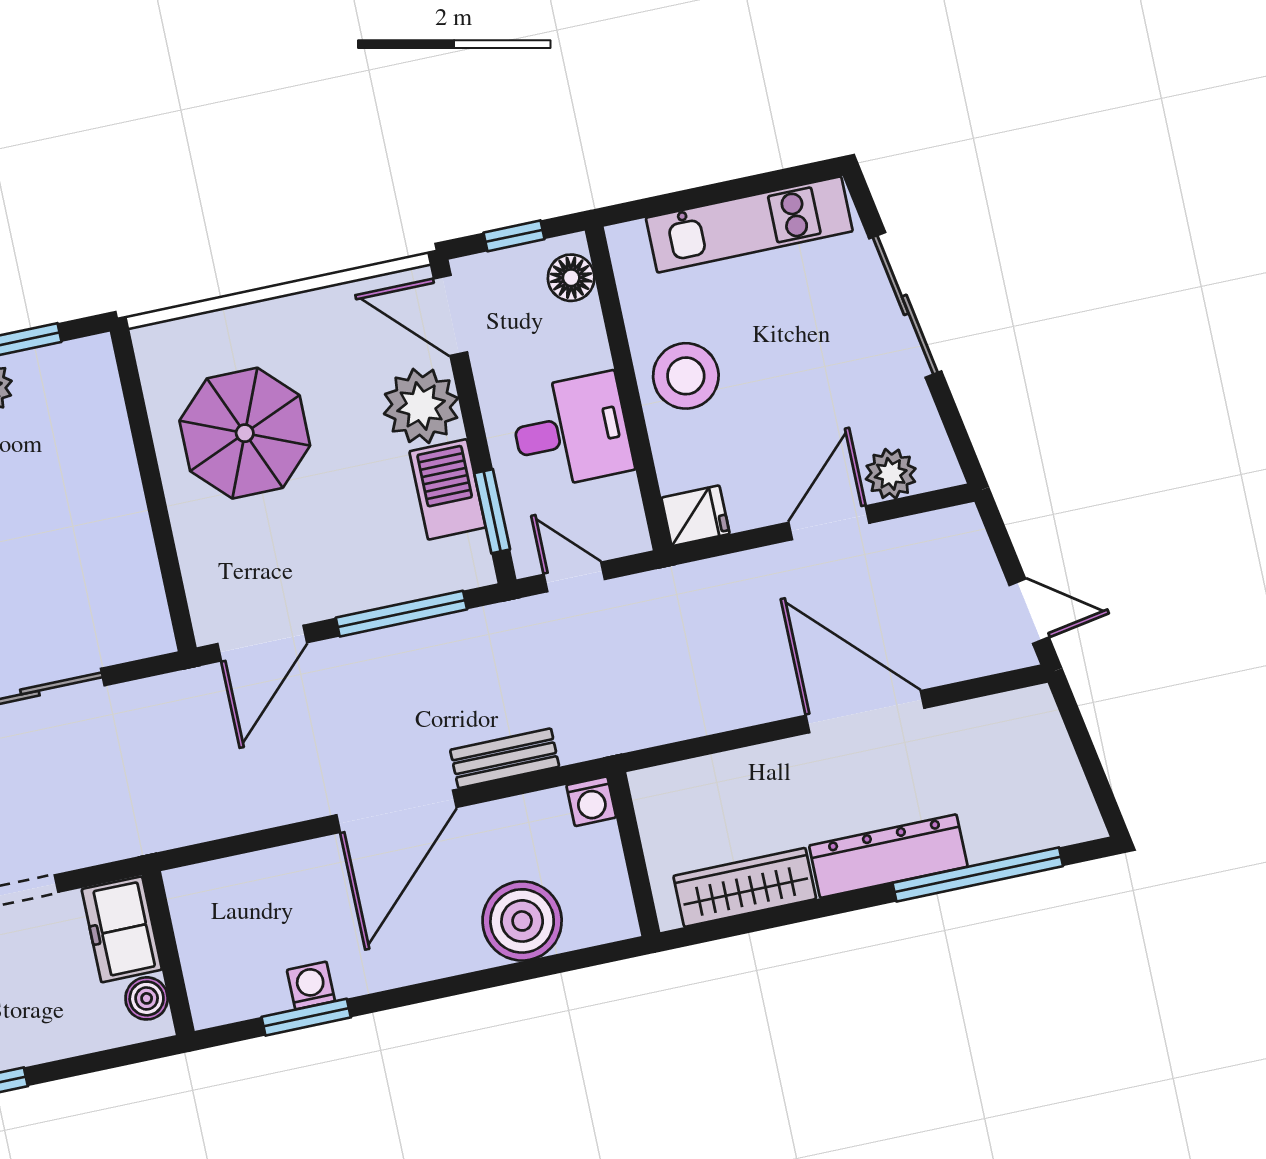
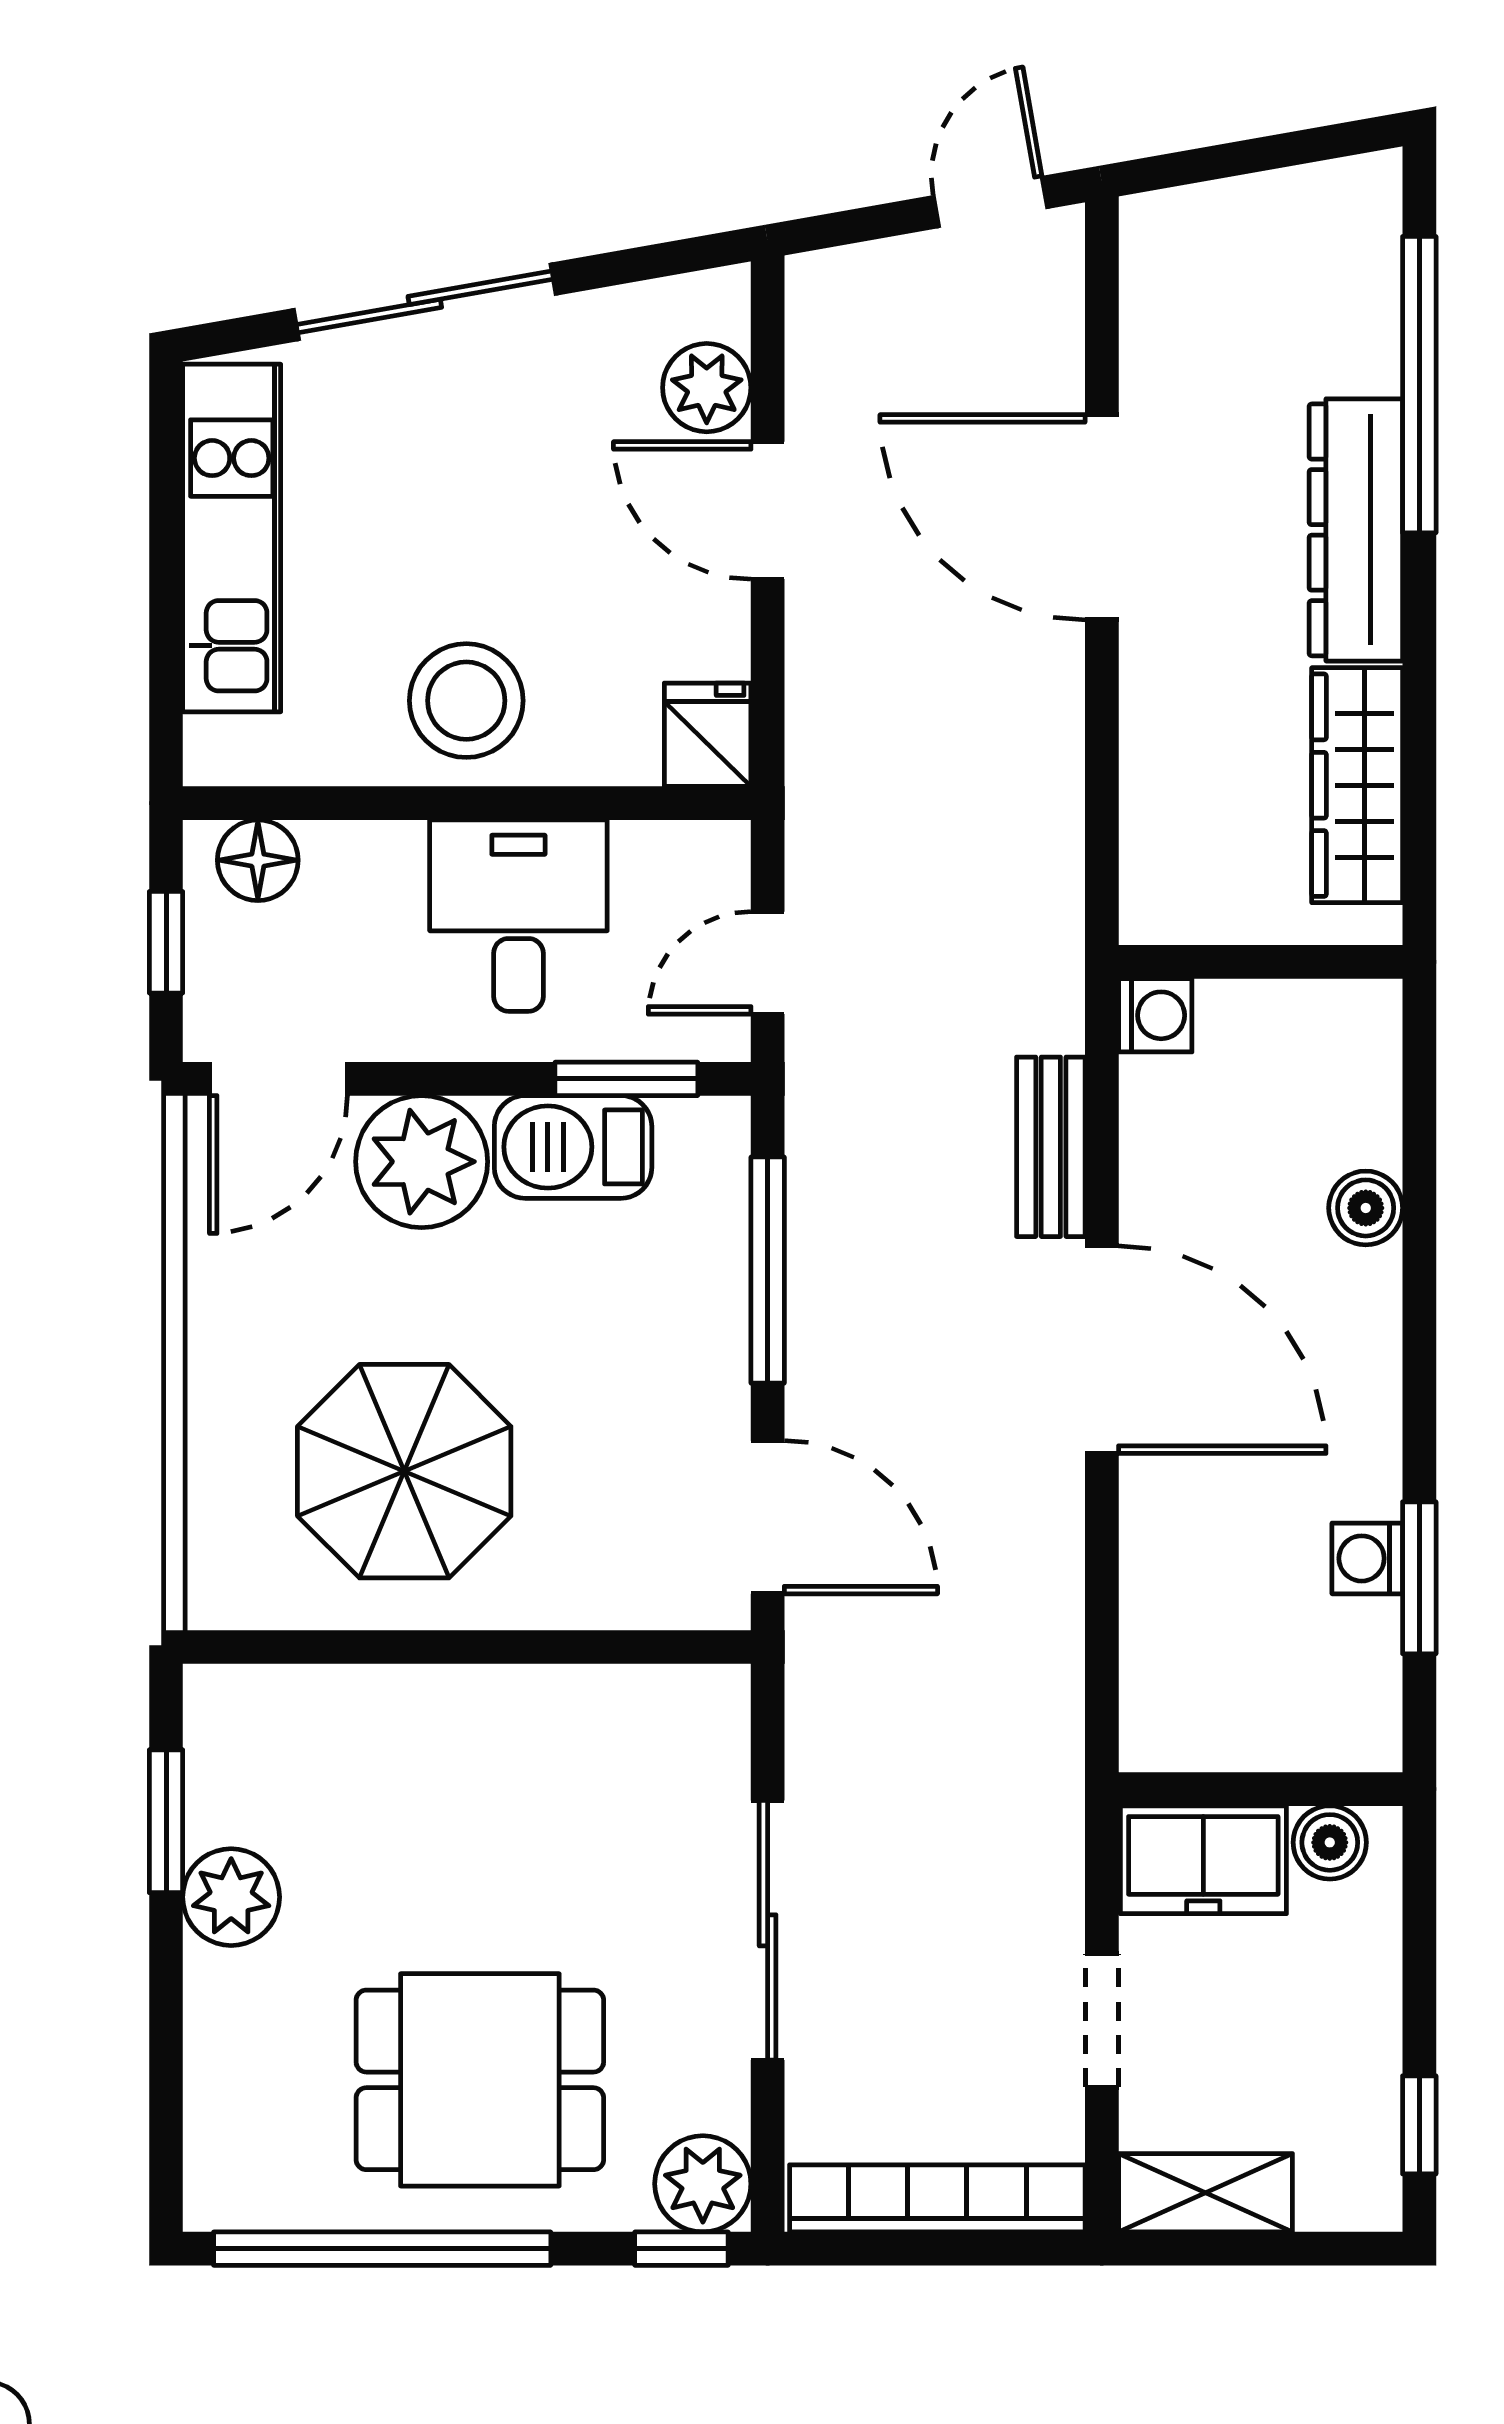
door: (865, 712) -> (1102, 517), hinge flipped
boiler: (522, 921) -> (1366, 1208), width x0.54, depth x0.54

